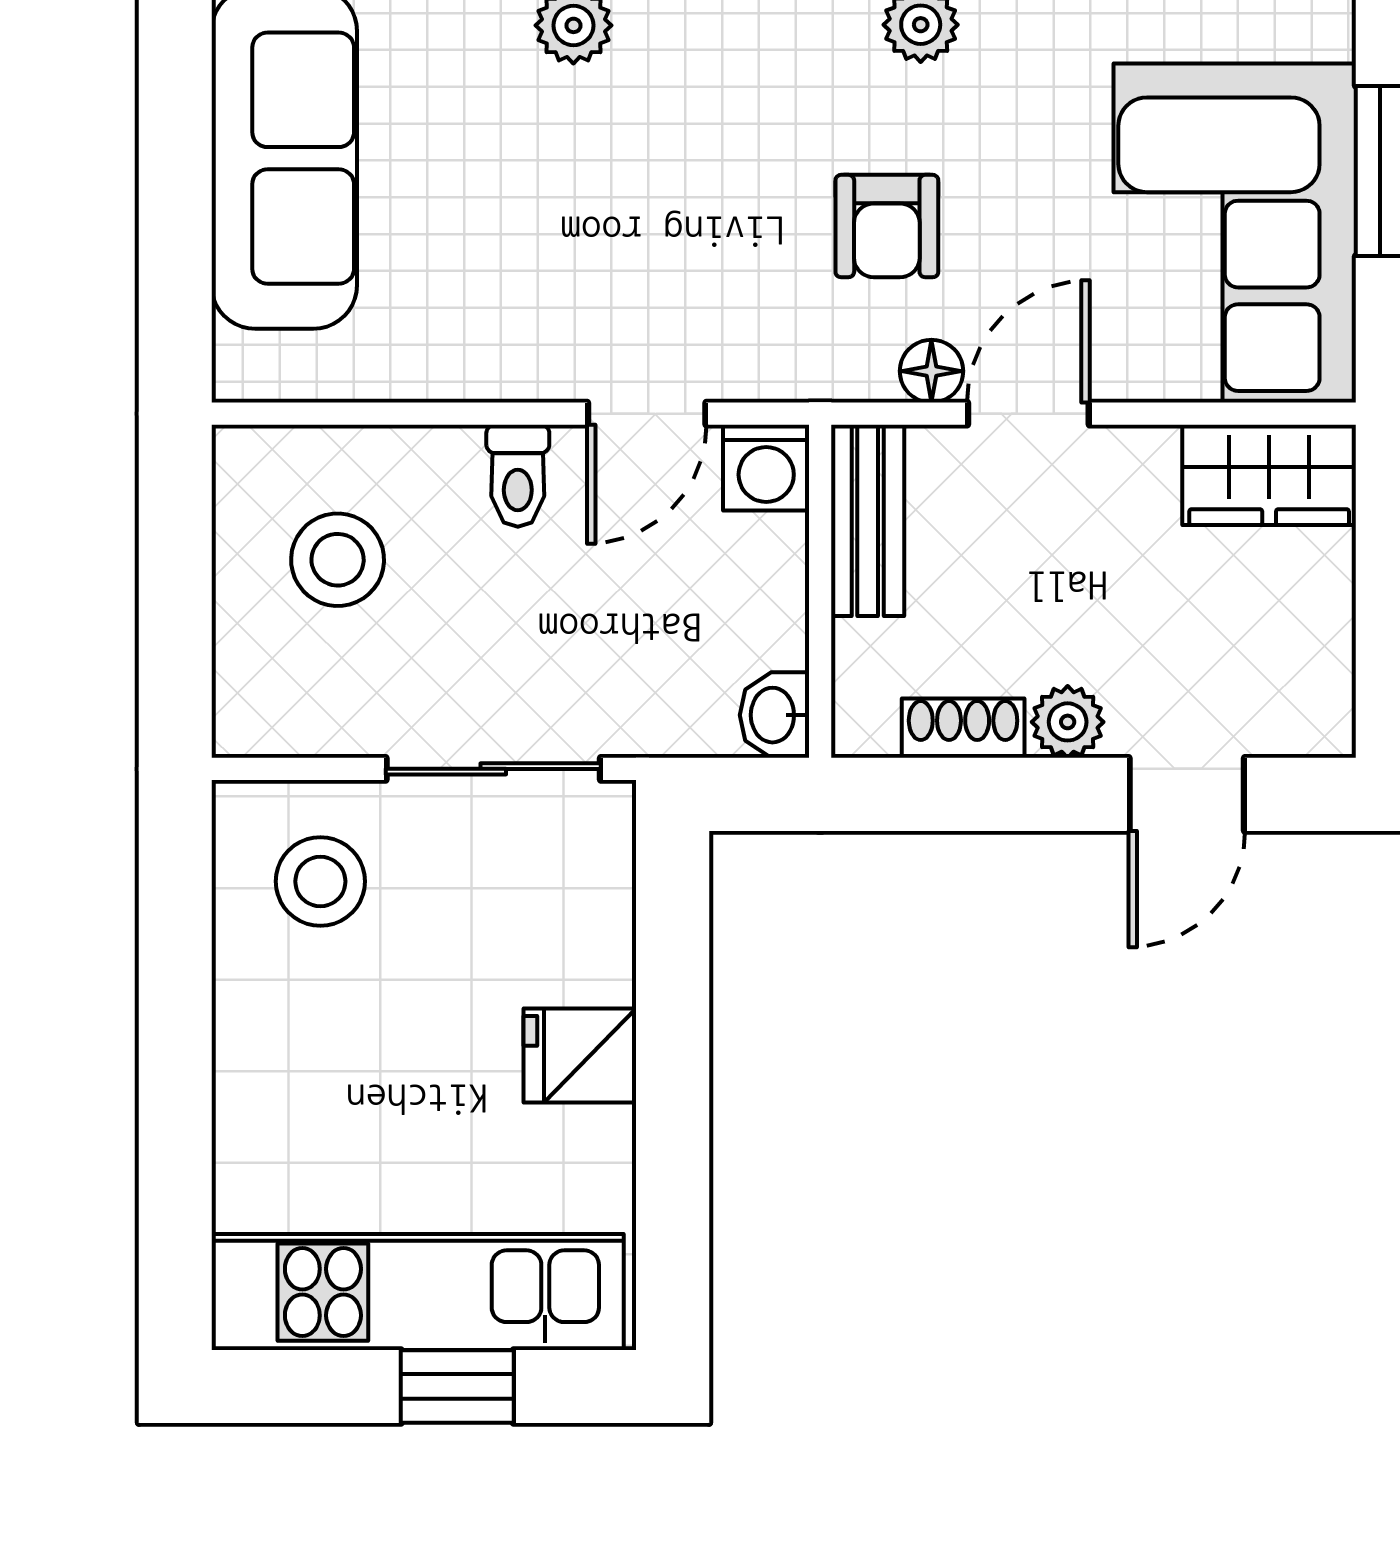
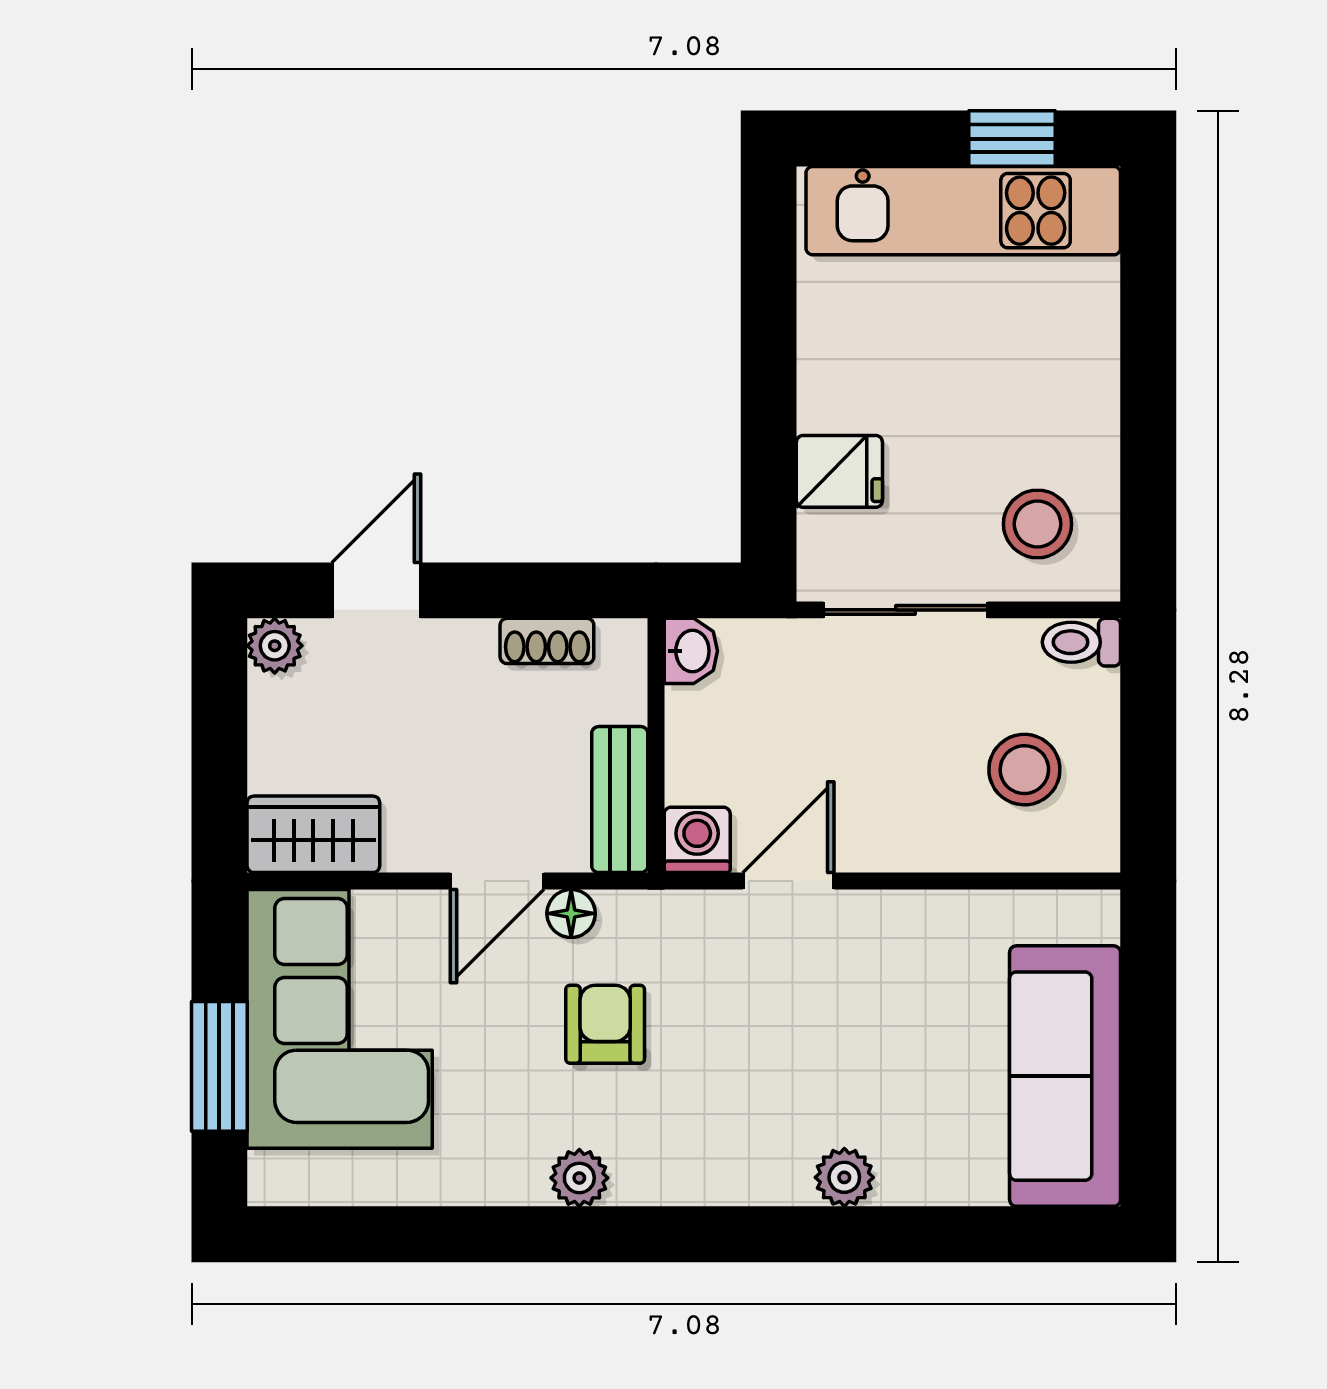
toilet: (518, 476) -> (1081, 642), moved, turned -90
plant: (1068, 722) -> (275, 646), moved
fridge: (580, 1055) -> (839, 471), moved
window: (457, 1387) -> (1012, 139), moved

